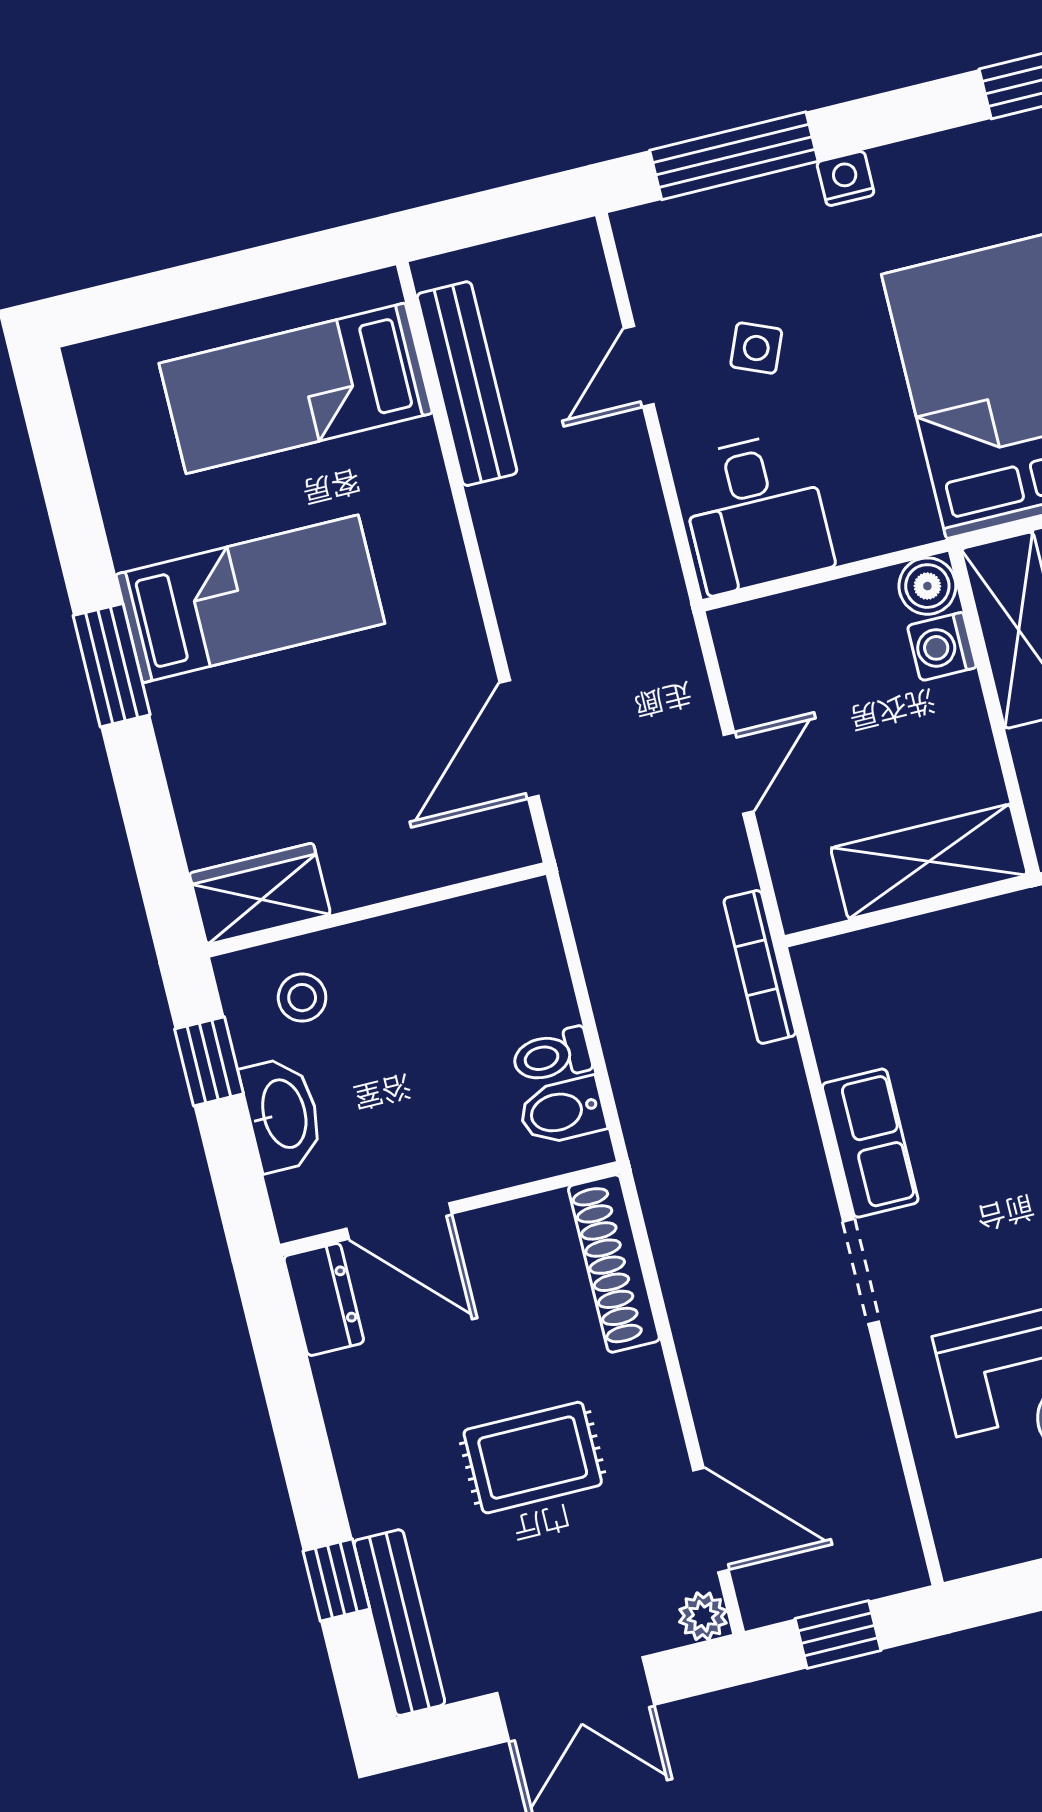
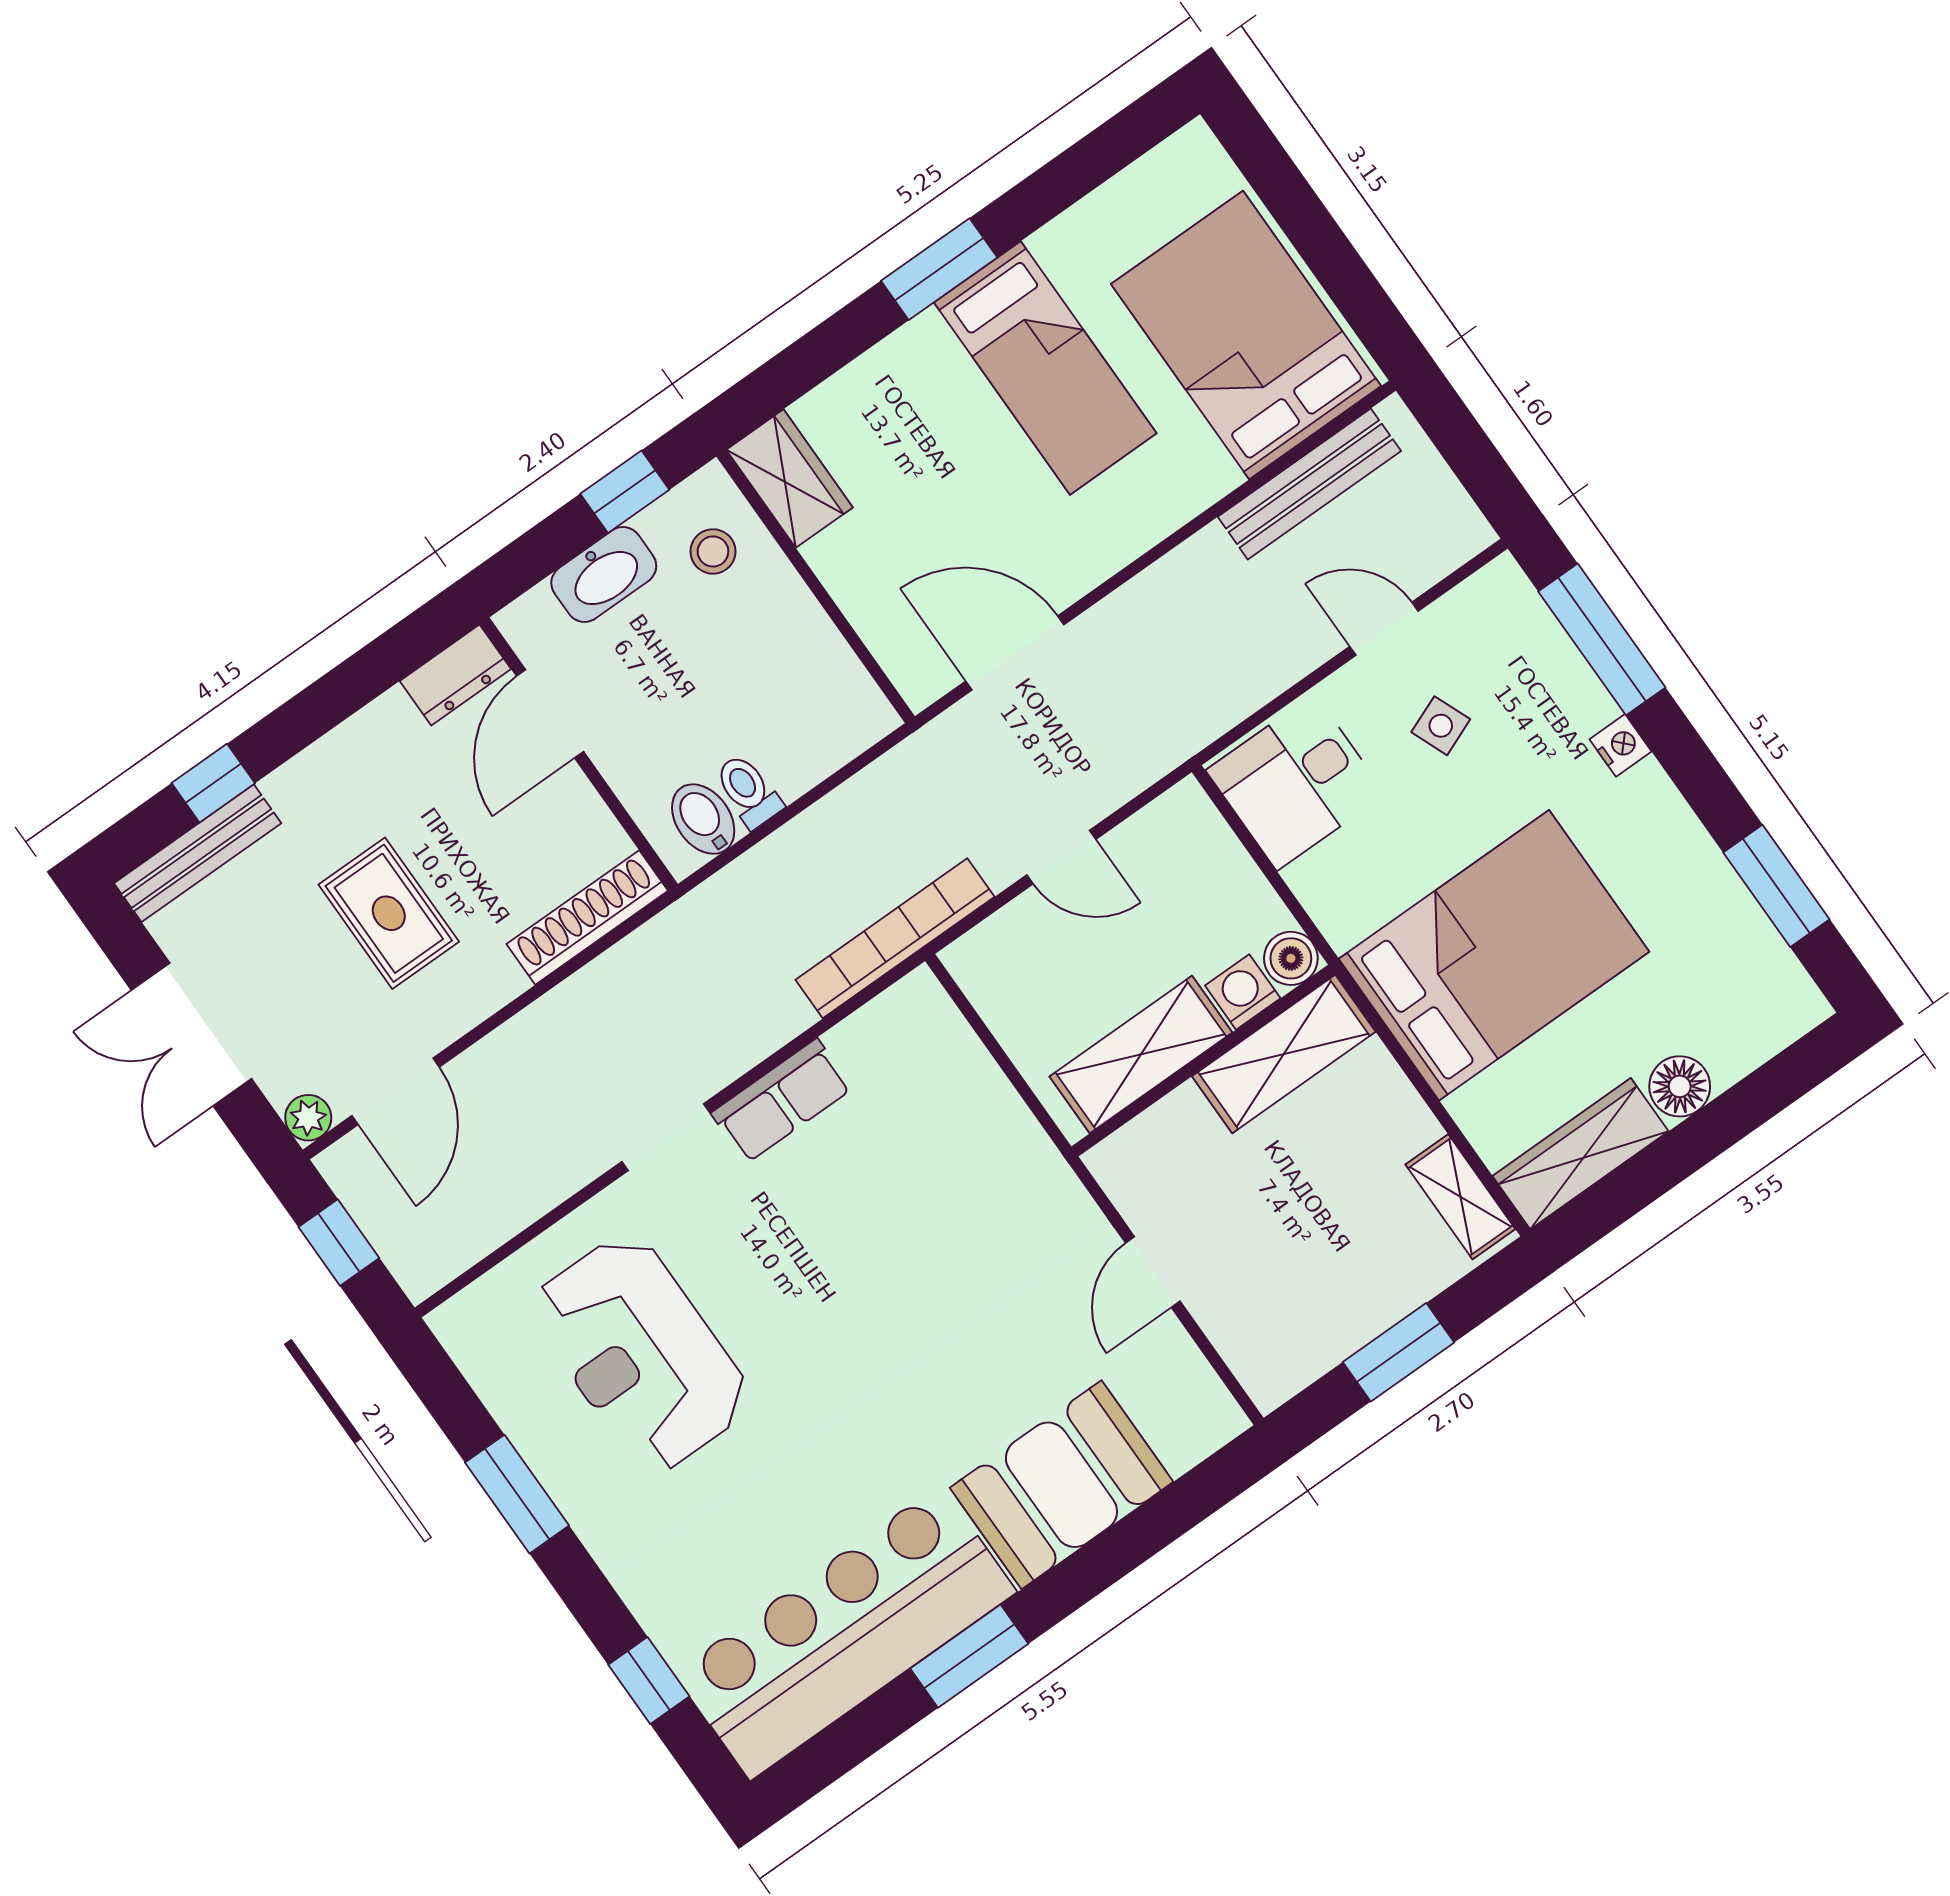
side table: (756, 348) -> (1441, 726), turned 45
bed: (296, 388) -> (1246, 335), width x1.50
shelving: (929, 861) -> (1141, 1055), moved, turned 90
bookcase: (760, 967) -> (895, 938), width x1.48, depth x1.31

